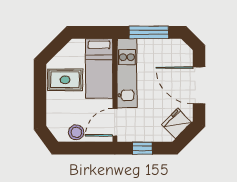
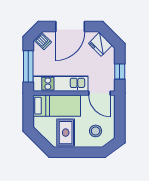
dishwasher: (181, 51) -> (43, 41), added
stool: (76, 132) -> (96, 131), moved

